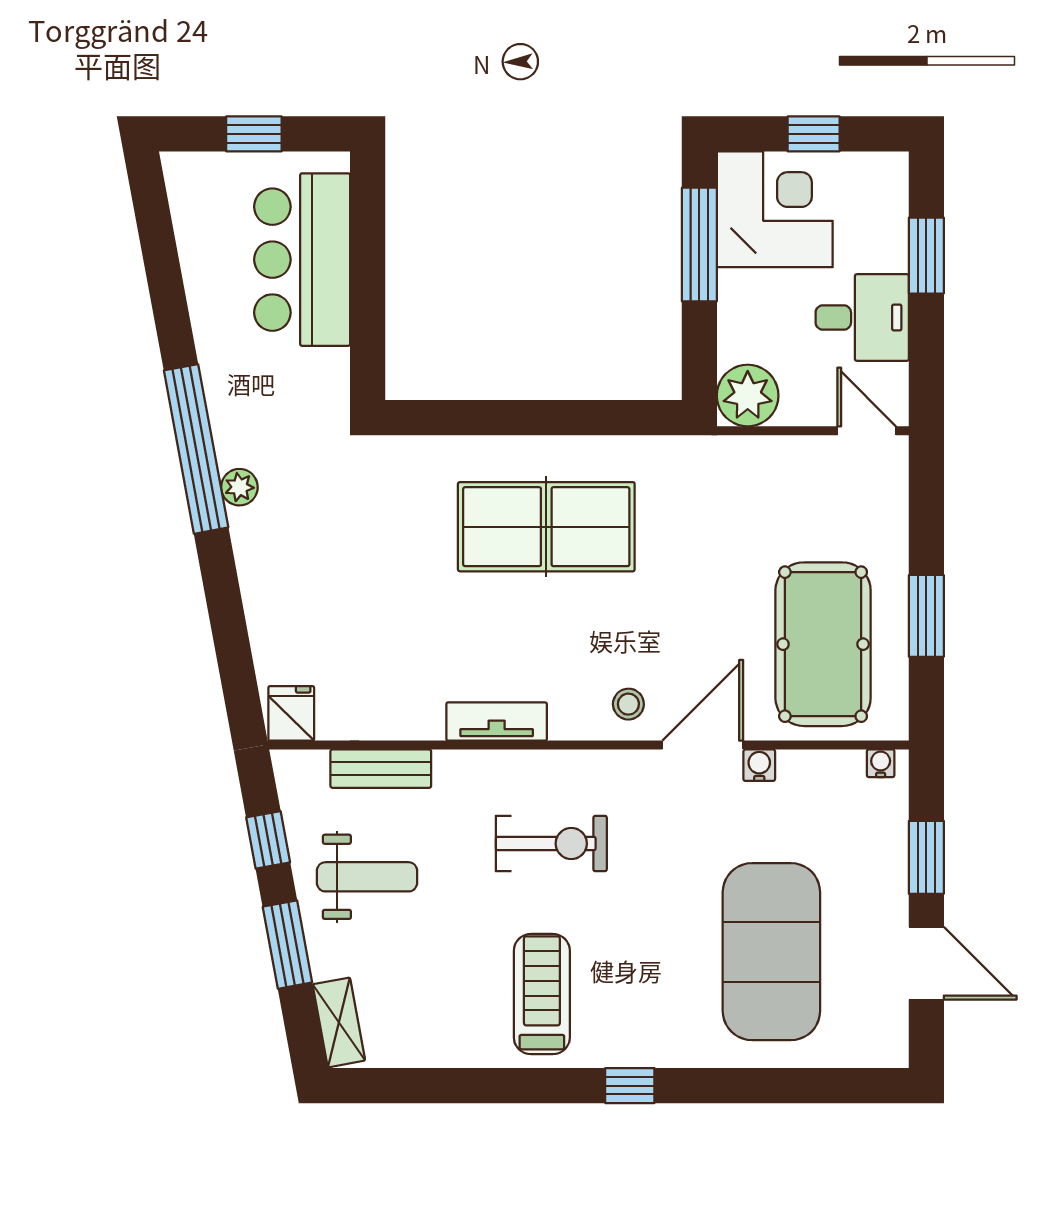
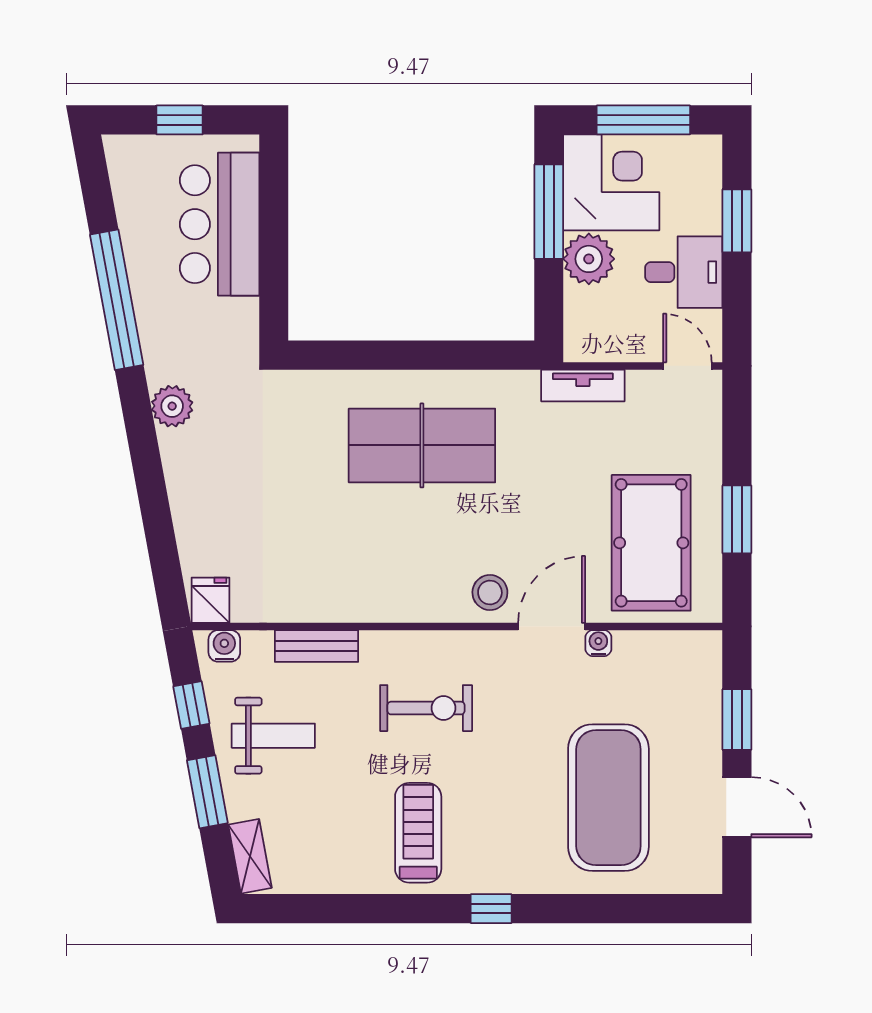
window: (814, 134) -> (643, 120), width x2.17
plant: (748, 396) -> (589, 259), moved
window: (196, 449) -> (117, 300), moved
plant: (239, 487) -> (172, 406), width x1.38, depth x1.38
stool: (628, 704) -> (490, 592), width x1.37, depth x1.37
tv unit: (497, 721) -> (583, 385), moved, turned 180
water cooler: (881, 763) -> (224, 646), moved, width x1.38, depth x1.38
bench: (381, 769) -> (316, 646), moved

